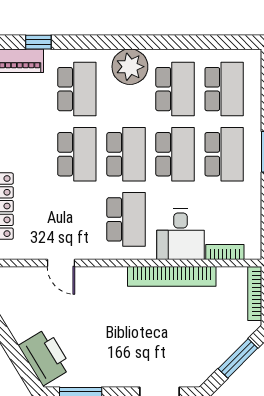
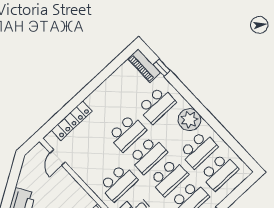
door: (61, 263) -> (58, 158), moved

